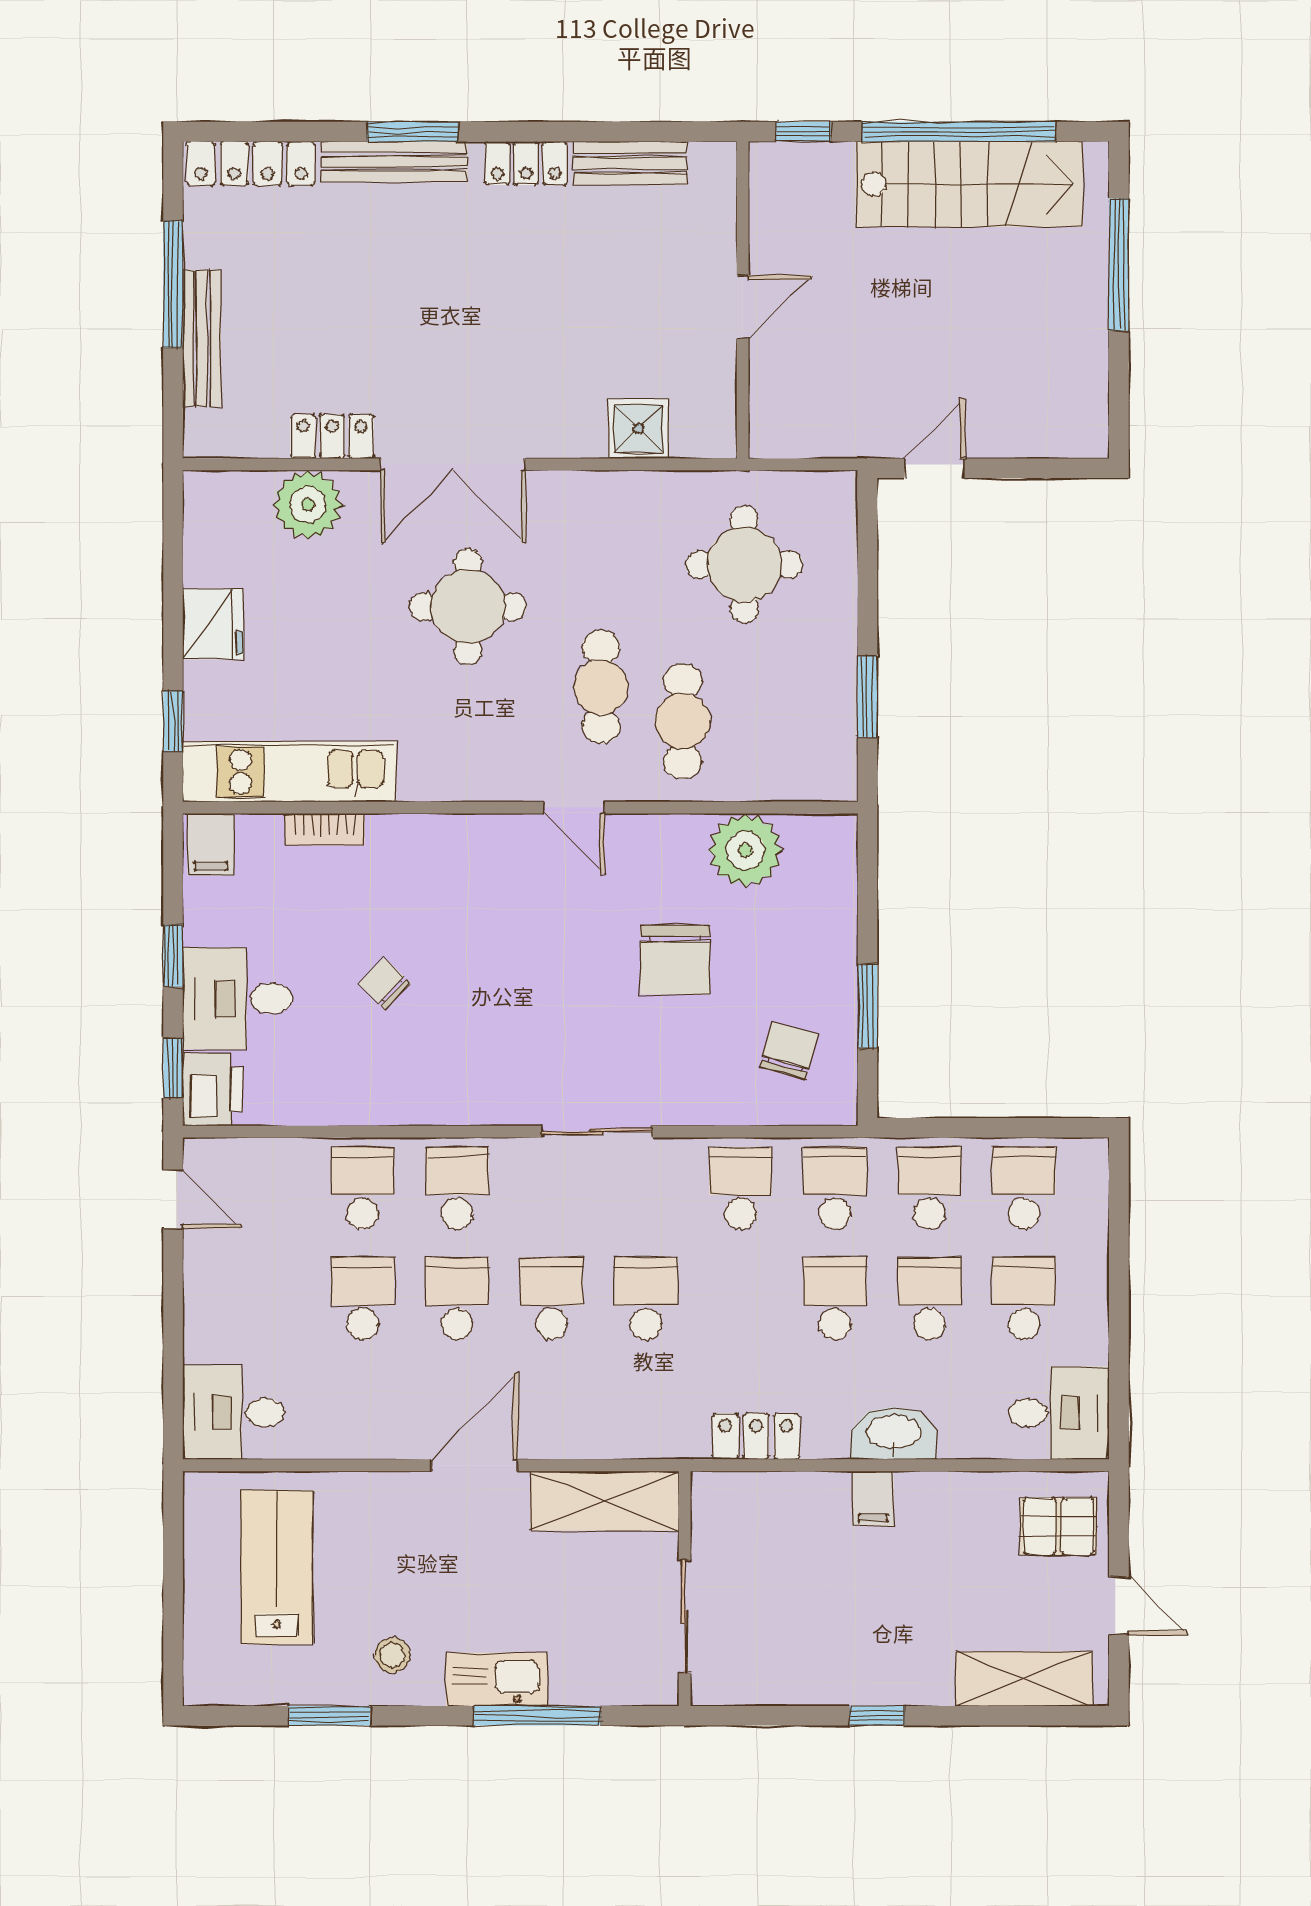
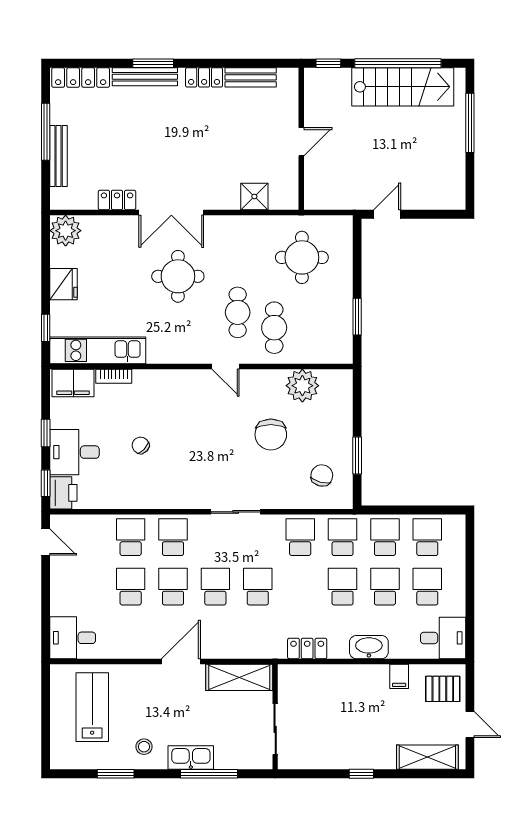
plant: (308, 505) -> (66, 231), moved
filing cabinet: (211, 844) -> (73, 383), width x2.00
filing cabinet: (873, 1498) -> (399, 676), moved

